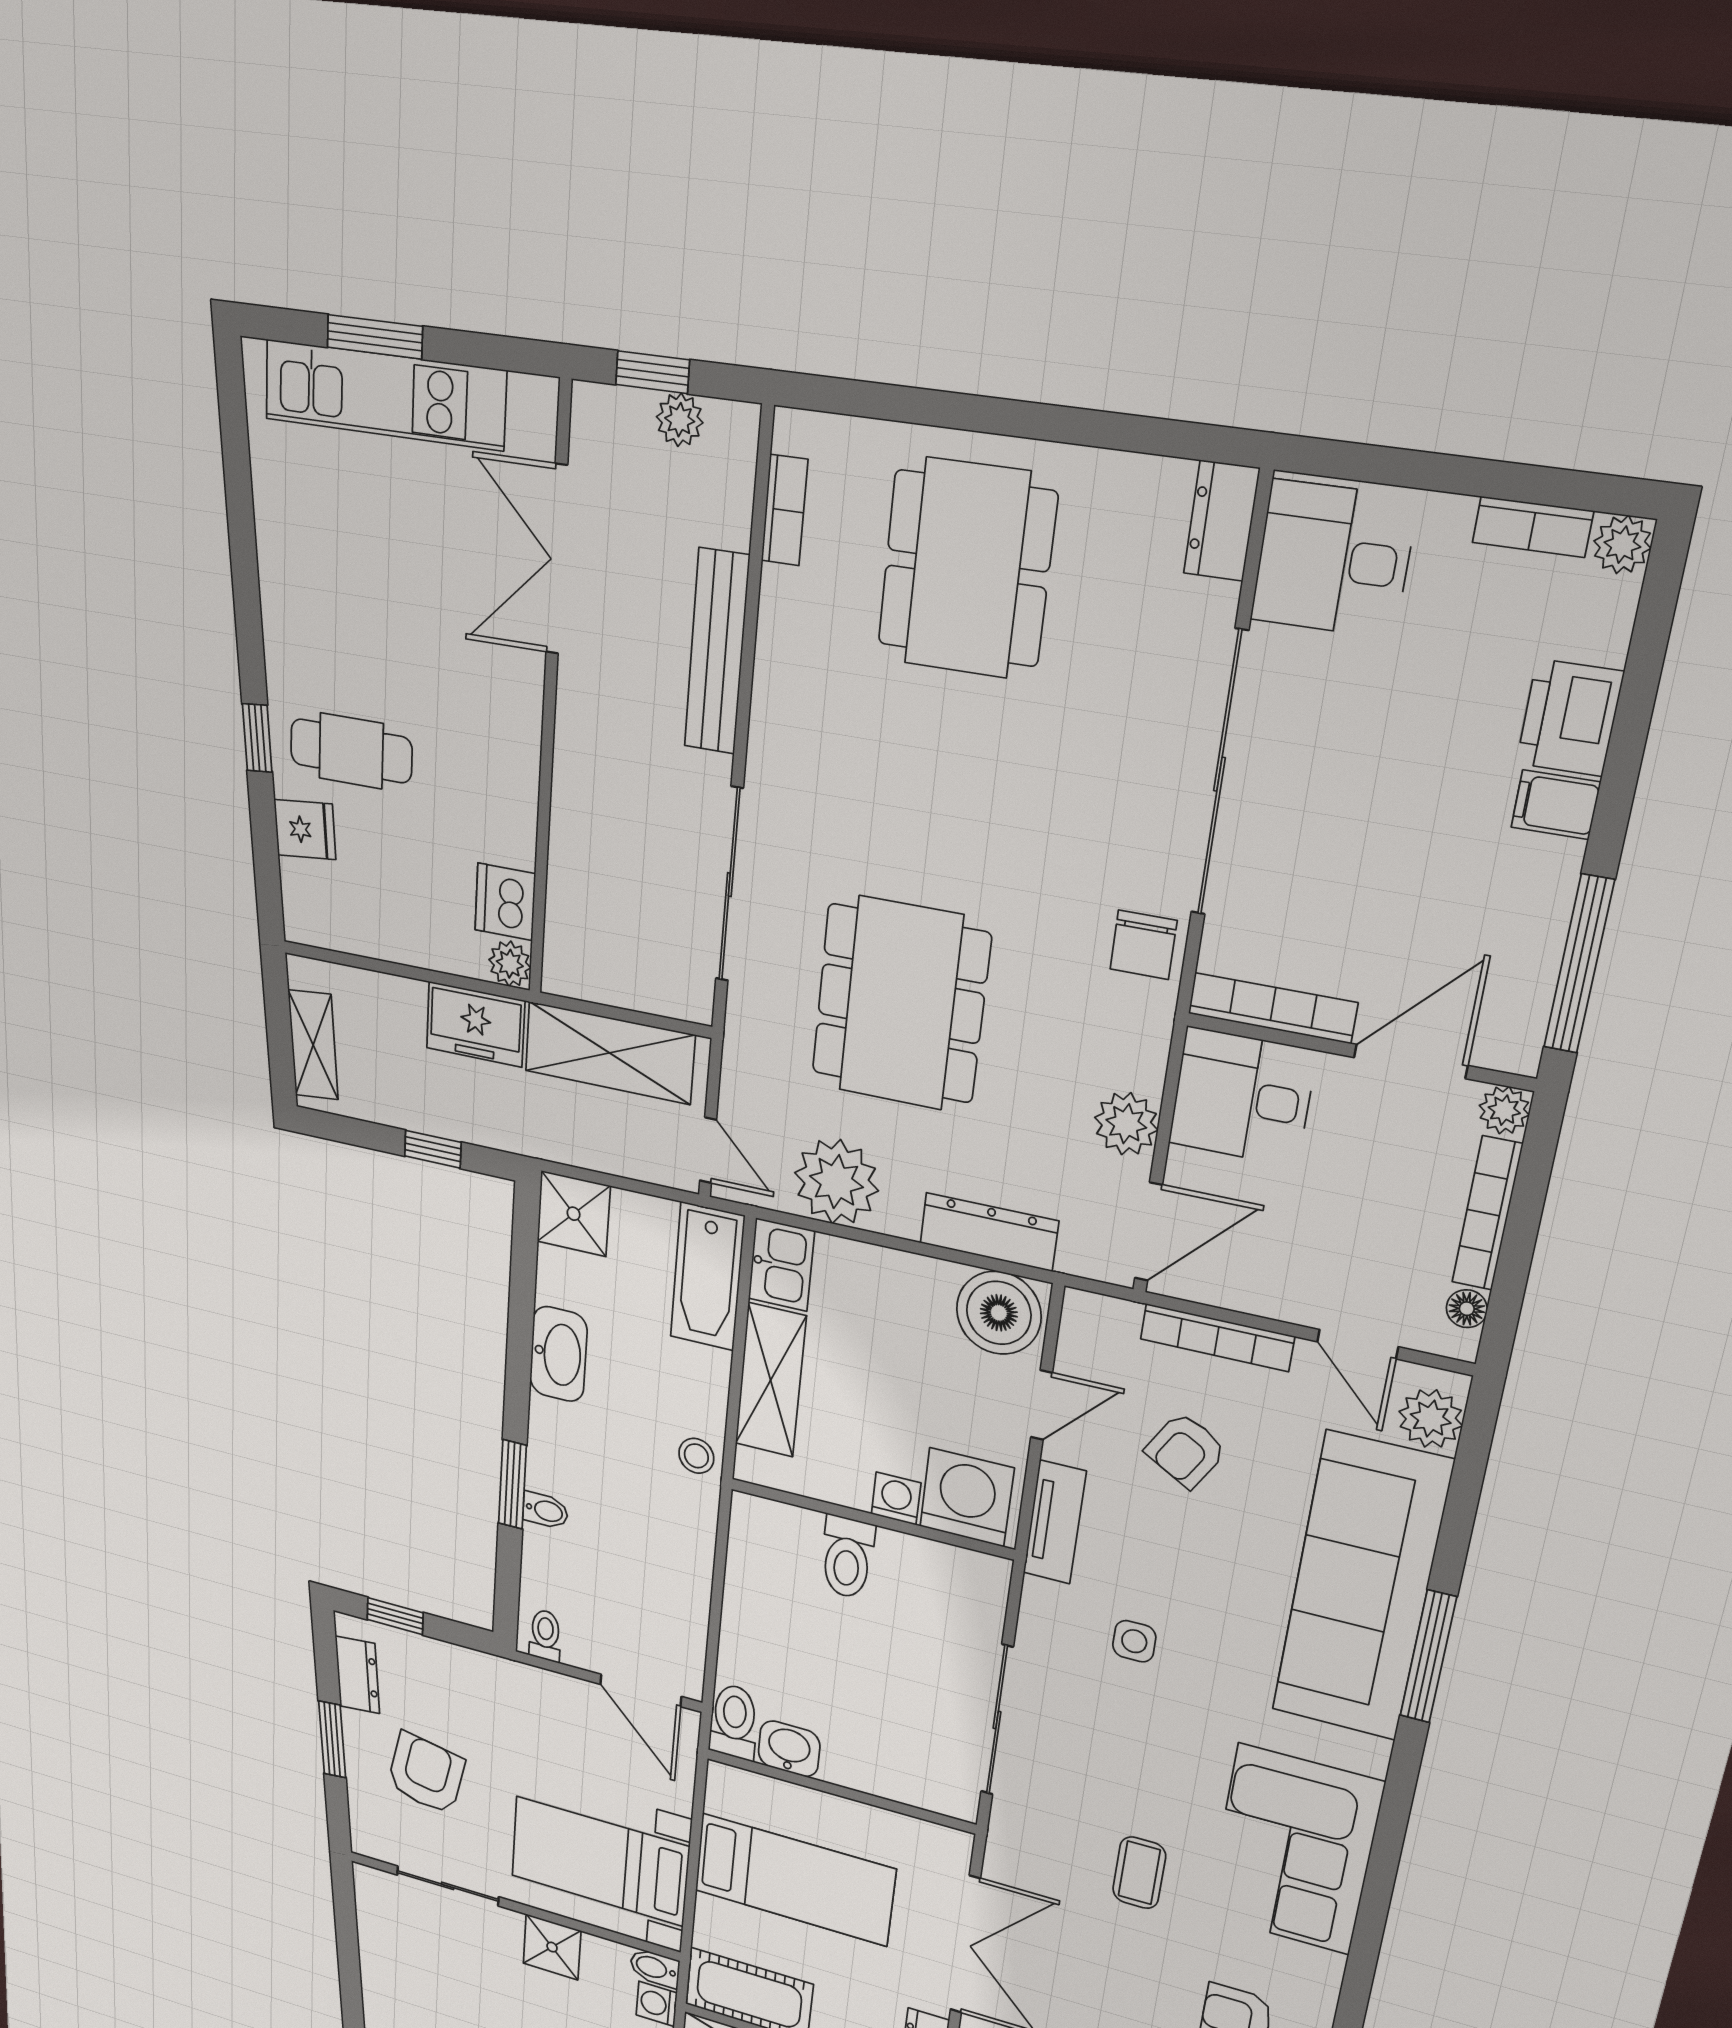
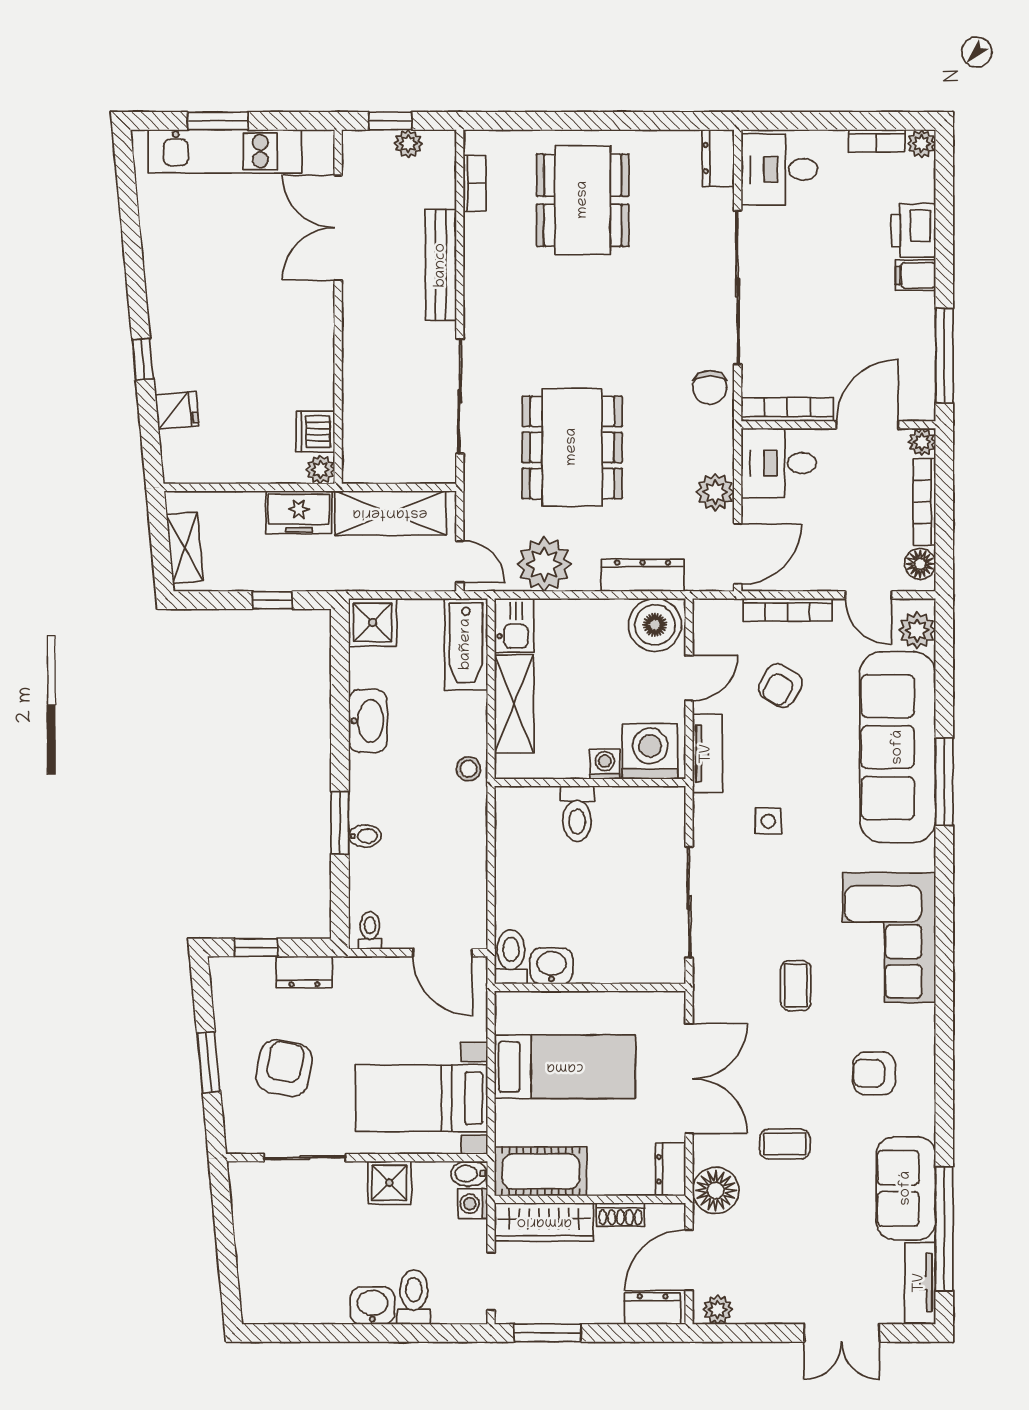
cafe table: (351, 751) -> (208, 357), removed
floor lamp: (1467, 1309) -> (920, 564), width x1.37, depth x1.37
dresser: (357, 1675) -> (304, 972), moved, turned 95

